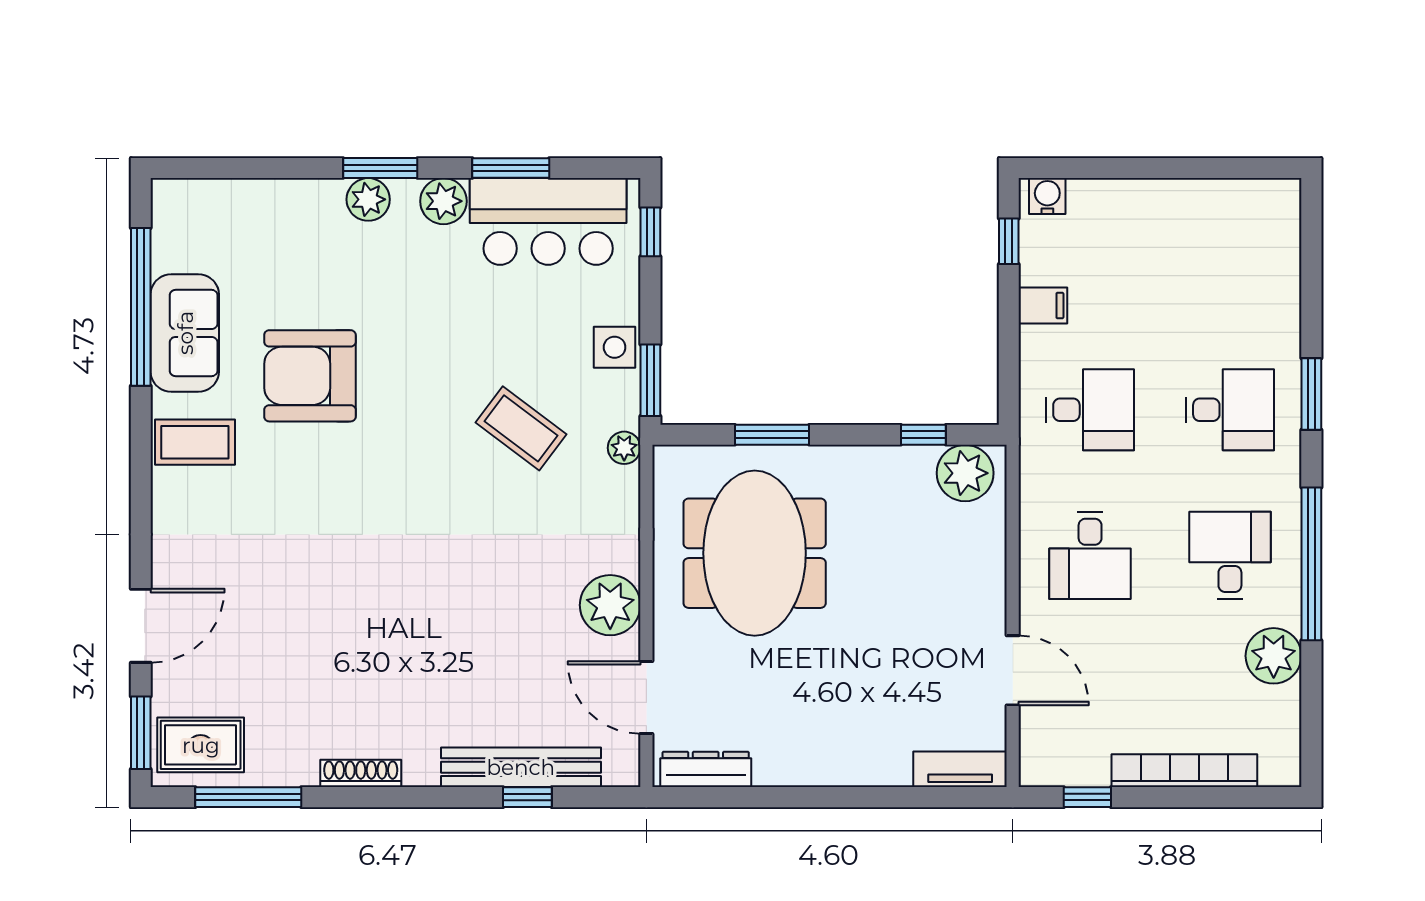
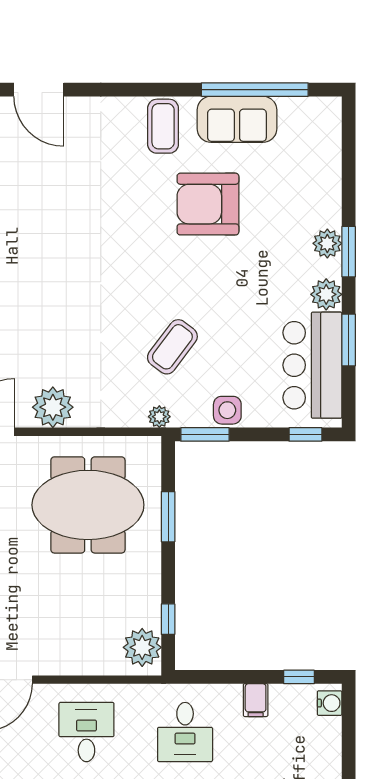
armchair: (310, 376) -> (208, 204), turned -90
desk: (1090, 555) -> (86, 732), turned 90

